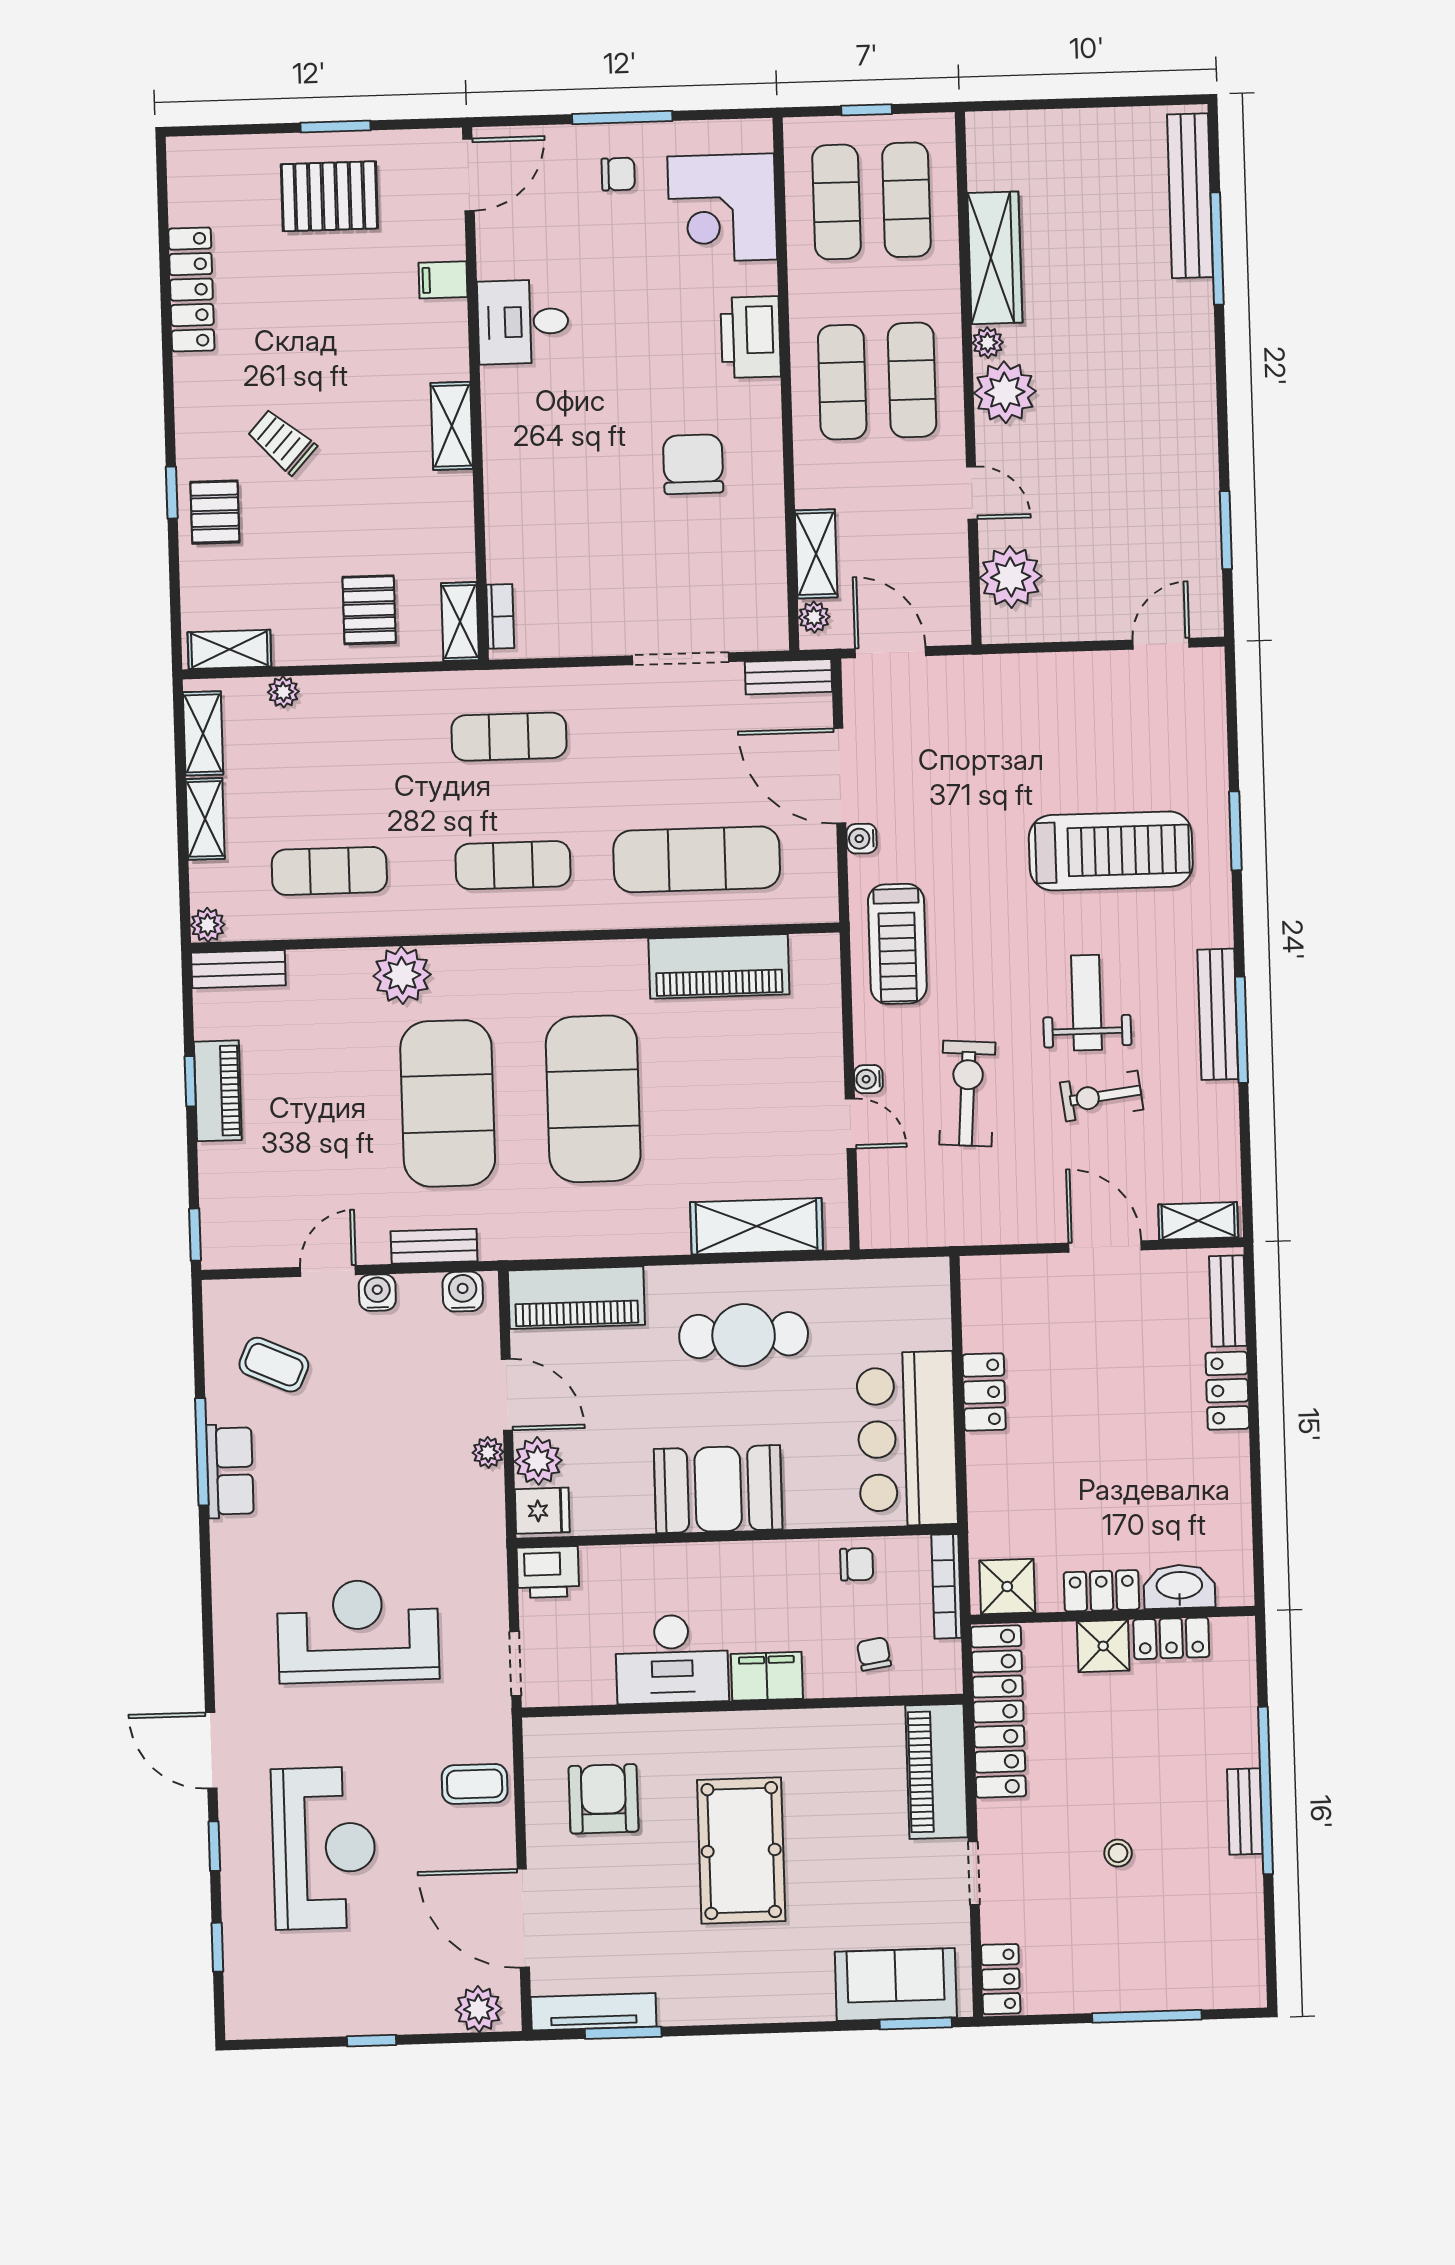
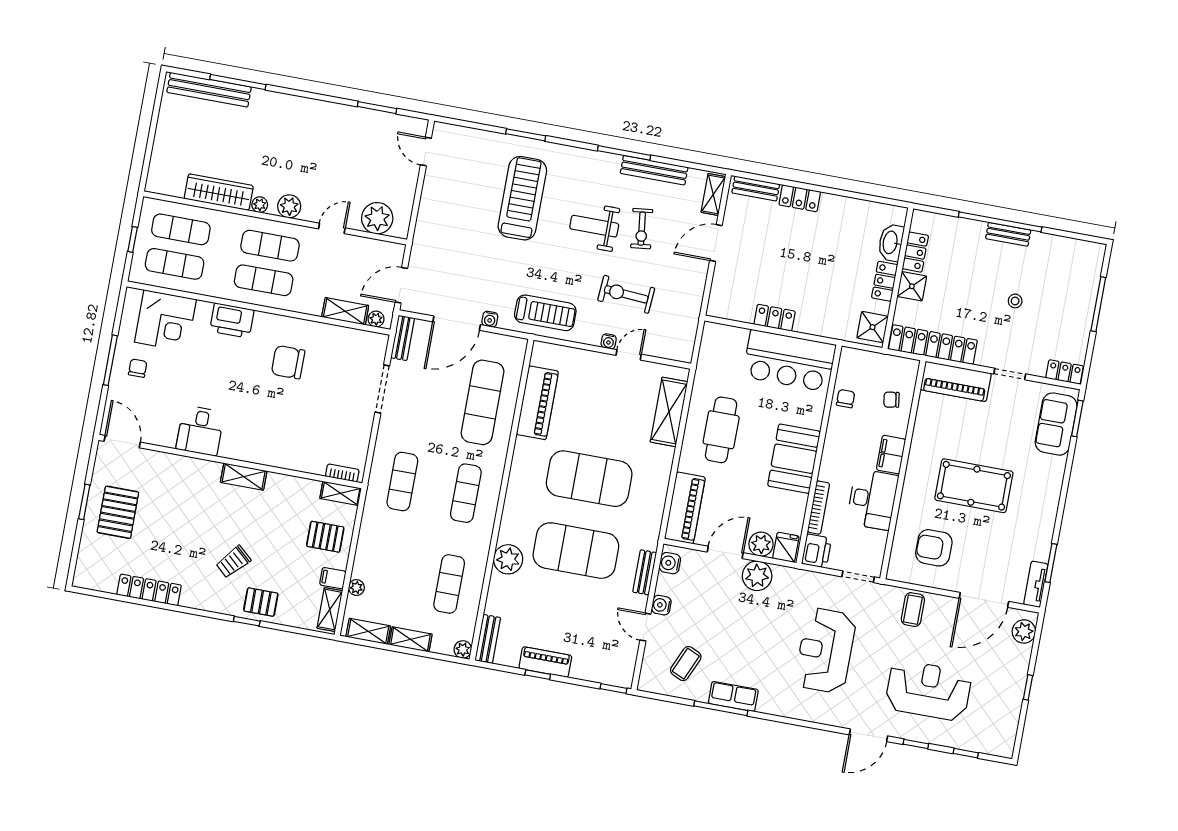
filing cabinet: (443, 280) -> (333, 578), moved, turned 90
plant: (1005, 392) -> (289, 206), width x0.73, depth x0.73
bench: (1218, 1014) -> (654, 170), moved
plant: (488, 1452) -> (757, 576), width x1.88, depth x1.88
bookcase: (946, 1586) -> (819, 508), moved, turned -90
tv unit: (594, 2012) -> (1036, 584), width x0.71

